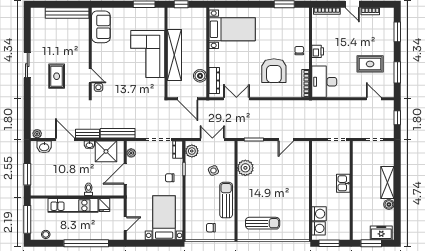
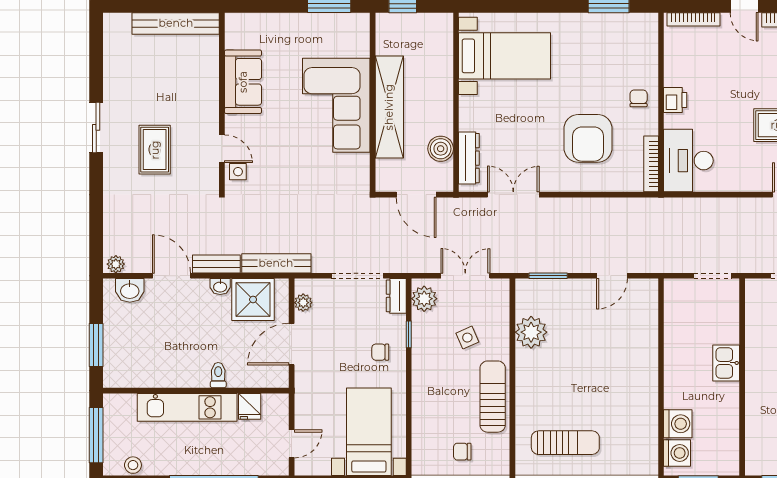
sofa: (101, 27) -> (243, 82), moved

